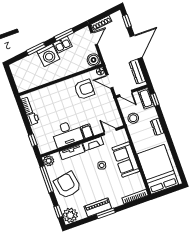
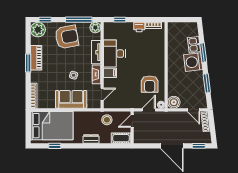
kitchen sink: (63, 45) -> (194, 45), moved
dresser: (137, 72) -> (149, 139), removed
window: (155, 100) -> (55, 146), moved

